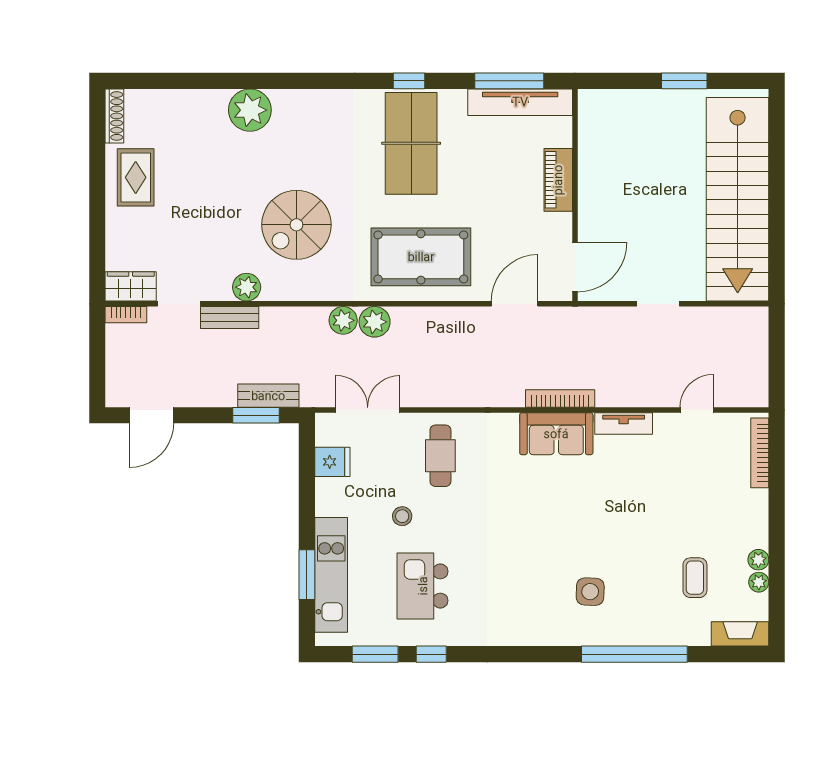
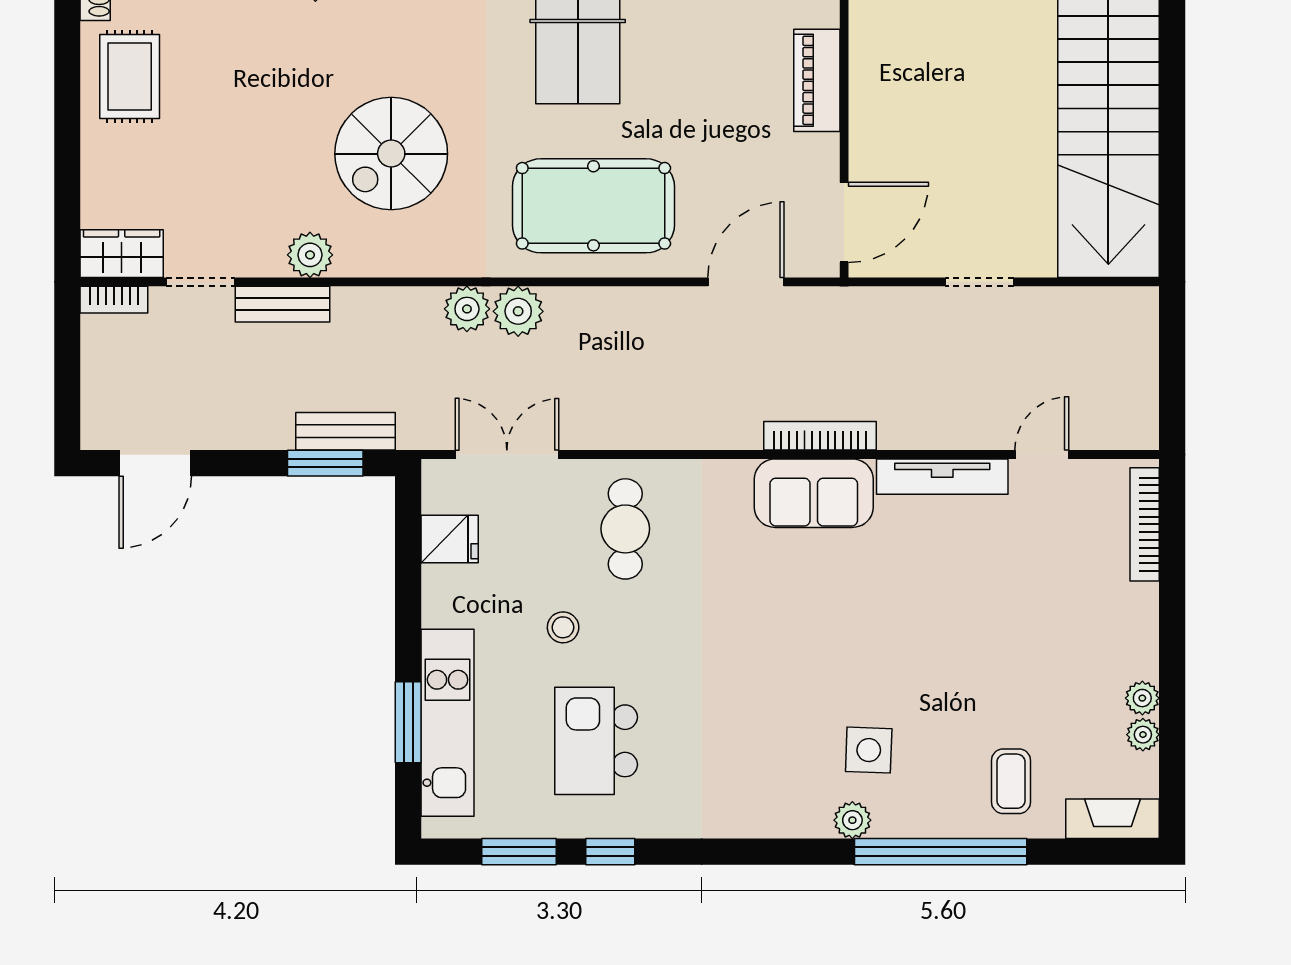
tv unit: (624, 424) -> (942, 477), width x1.41
coffee table: (695, 578) -> (1011, 781), moved
plant: (580, 635) -> (852, 820), added

